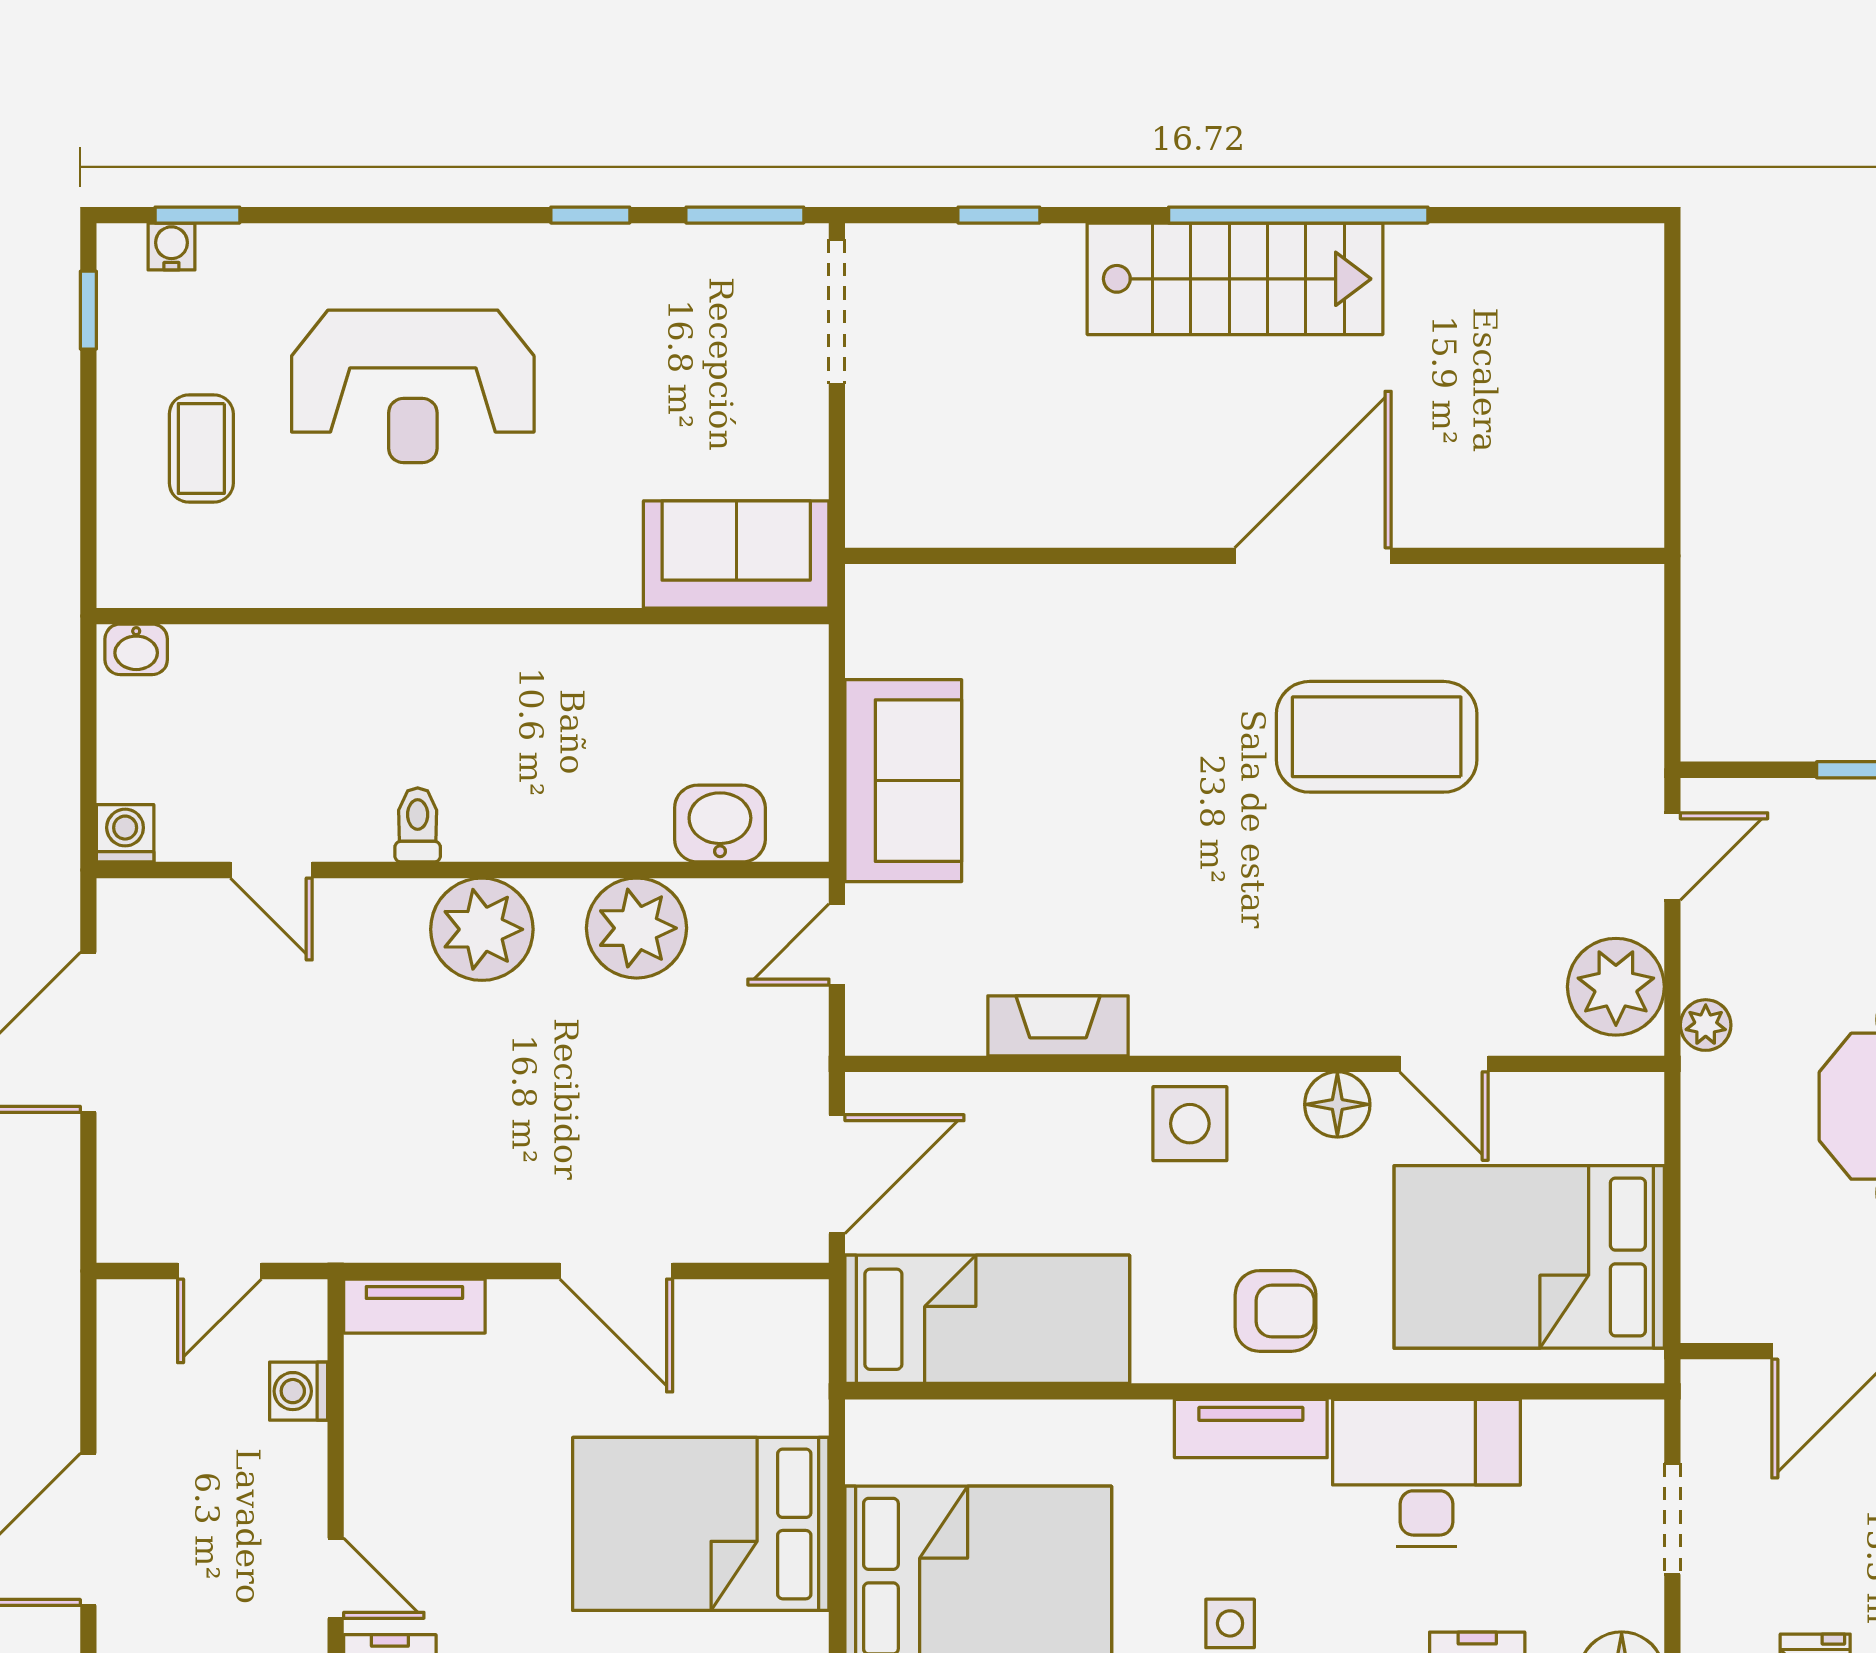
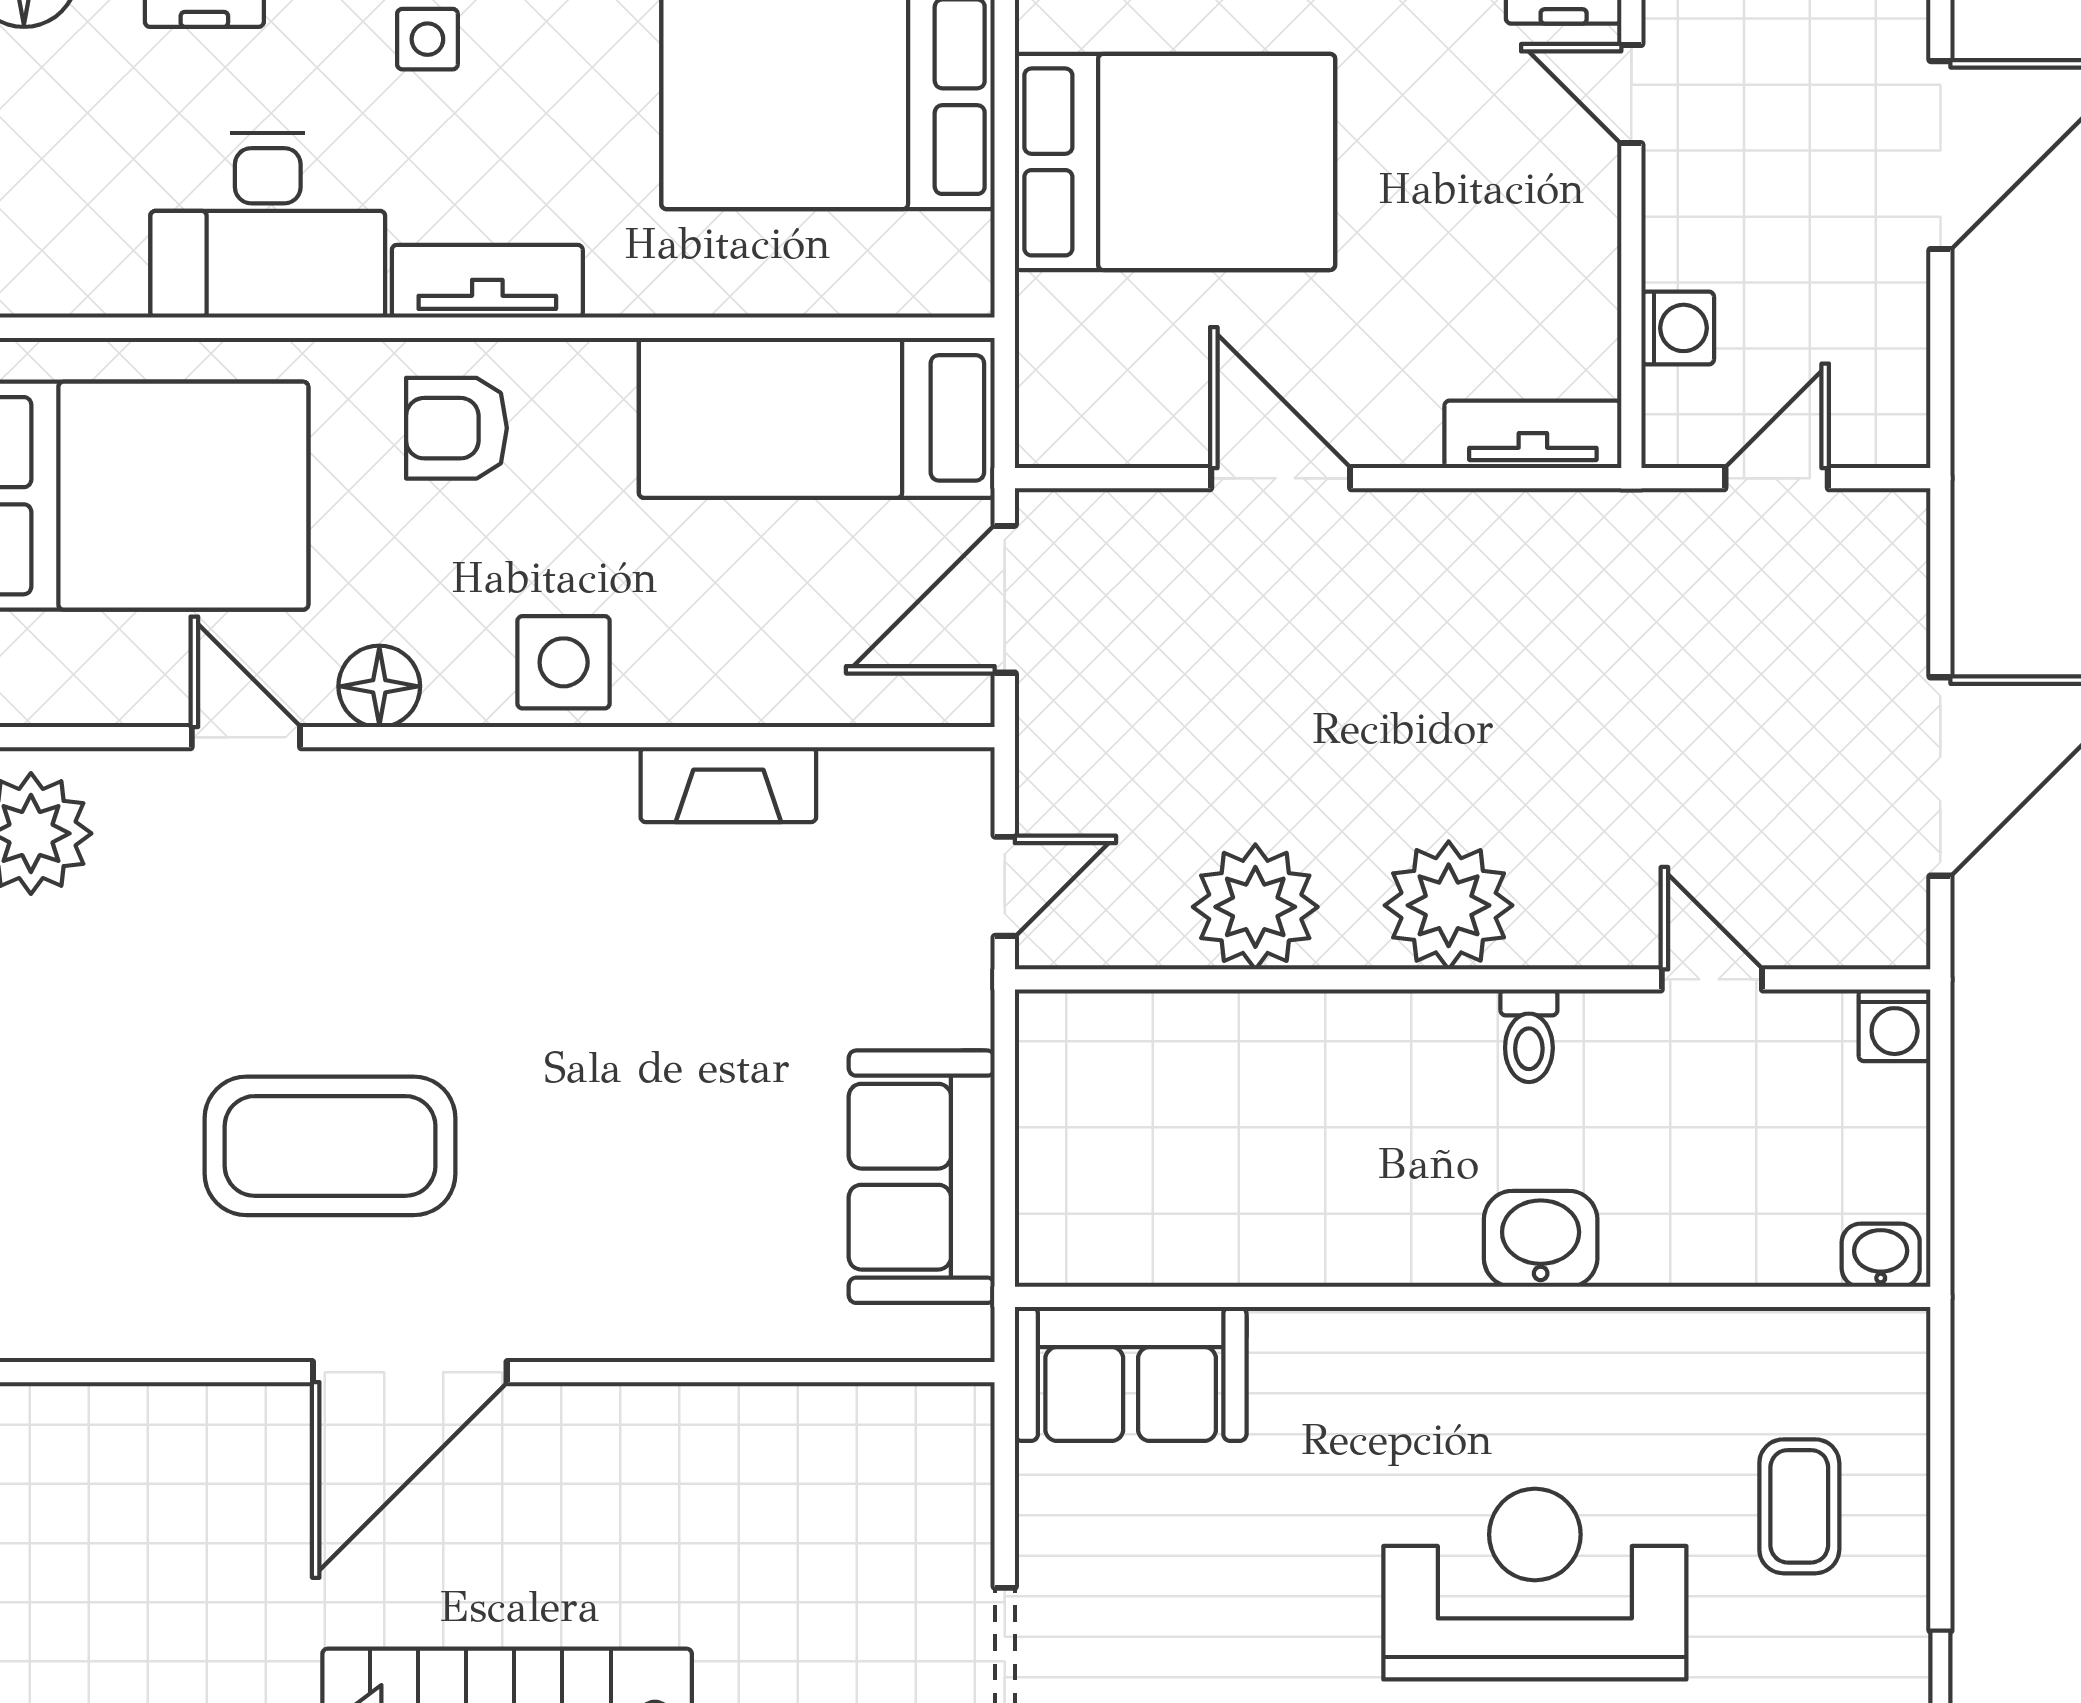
sofa: (903, 781) -> (922, 1177), moved
washbasin: (720, 824) -> (1541, 1239), moved, turned 180
side table: (1230, 1623) -> (427, 39), moved

